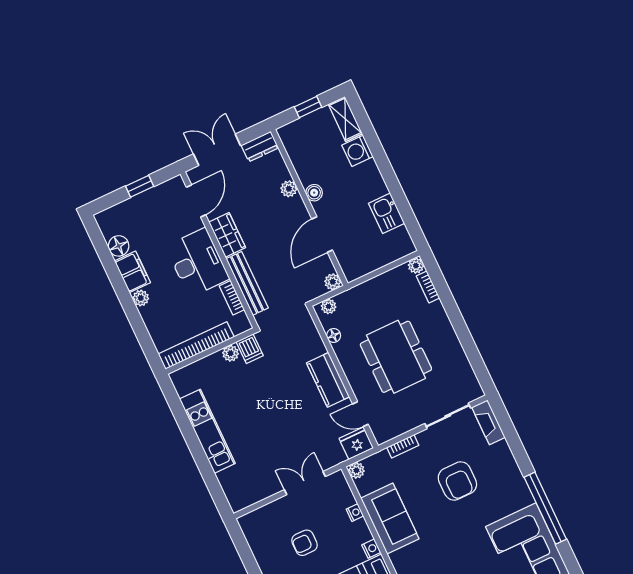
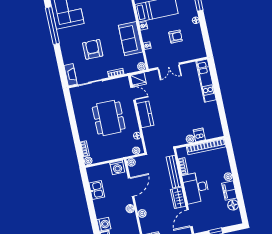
washing machine: (357, 266) -> (117, 167), added
dishwasher: (250, 349) -> (199, 135), moved
kitchen unit: (207, 431) -> (206, 81), moved

